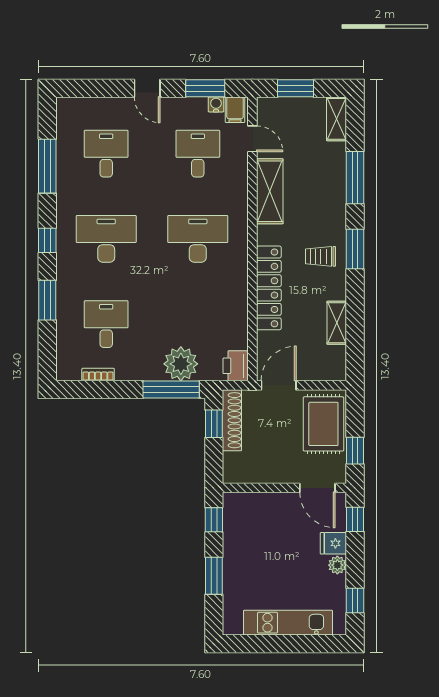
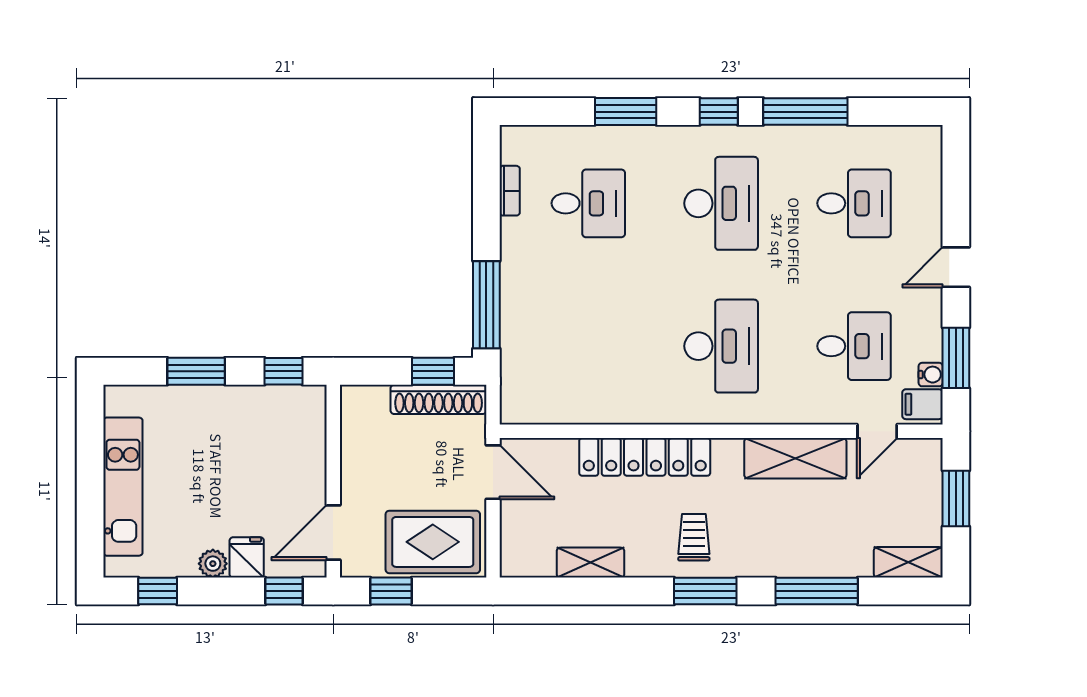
window: (47, 166) -> (805, 112), moved
plant: (181, 364) -> (526, 320), removed
printer: (236, 366) -> (523, 405), removed

